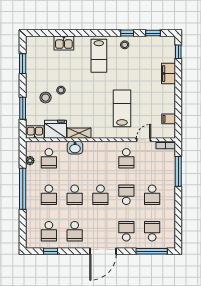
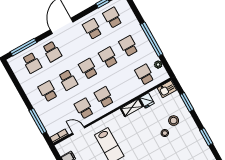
fridge: (56, 129) -> (147, 101), width x0.53, depth x0.75
door: (144, 140) -> (79, 130), swing flipped
washbasin: (75, 148) -> (129, 94), removed
school desk: (100, 158) -> (104, 97), added

